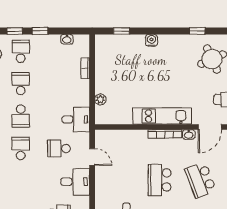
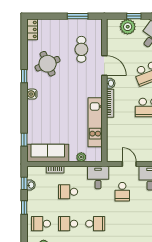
window: (15, 31) -> (24, 183), moved
water cooler: (152, 40) -> (32, 94), moved
sofa: (105, 59) -> (48, 153), added
kitchen unit: (162, 116) -> (95, 122), moved
school desk: (21, 148) -> (68, 192), moved
door: (92, 157) -> (129, 164), hinge flipped

